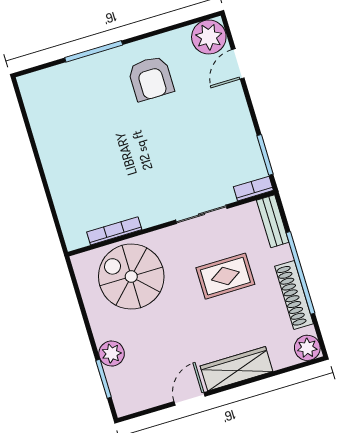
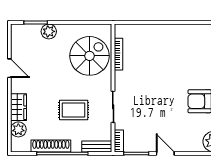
door: (238, 64) -> (165, 154), moved
rug: (225, 276) -> (74, 110), turned 90
plant: (307, 348) -> (18, 129), moved
wardrobe: (237, 369) -> (19, 107), width x0.67

